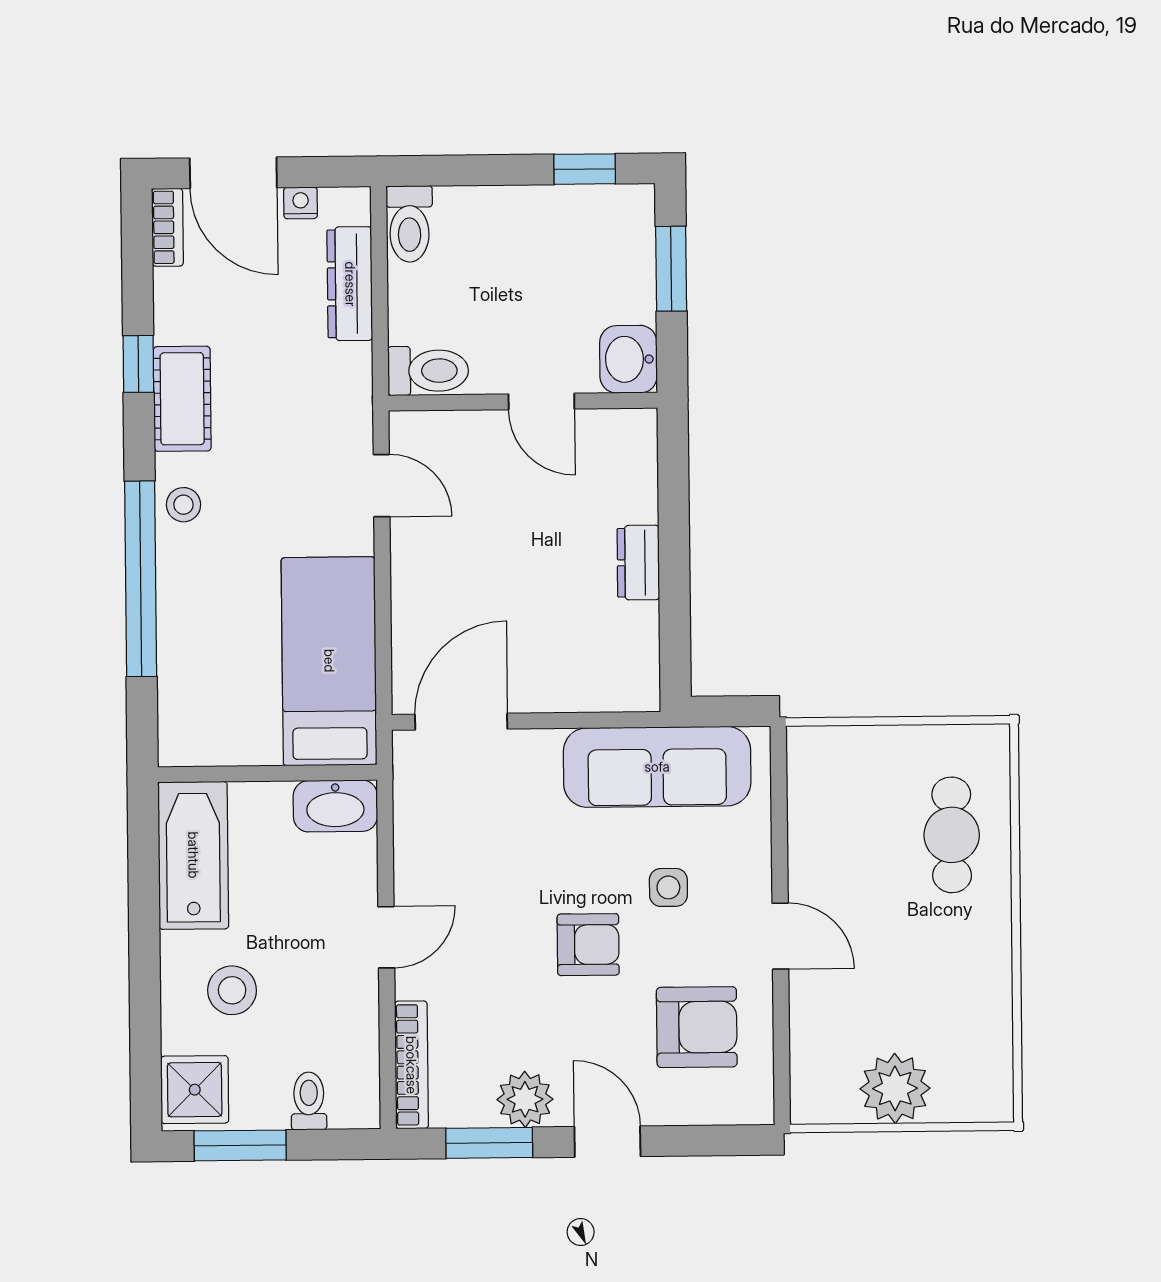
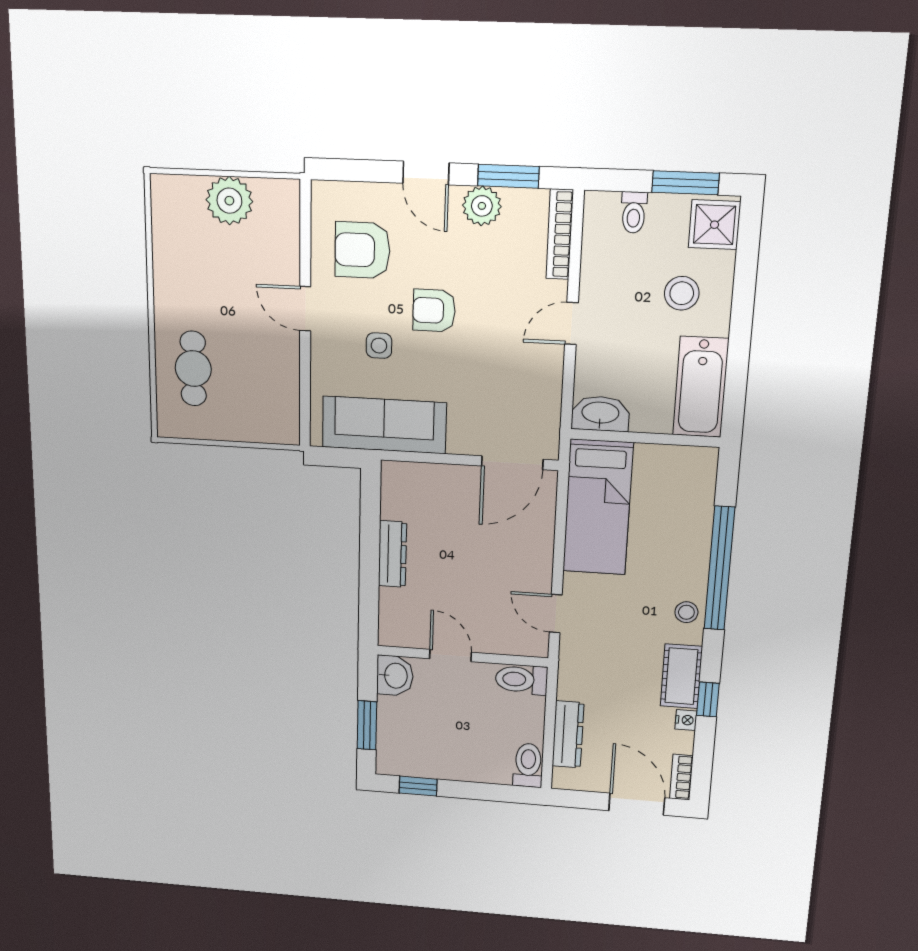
nightstand: (301, 203) -> (686, 720), moved, turned -90
dresser: (638, 563) -> (393, 554), width x1.44

